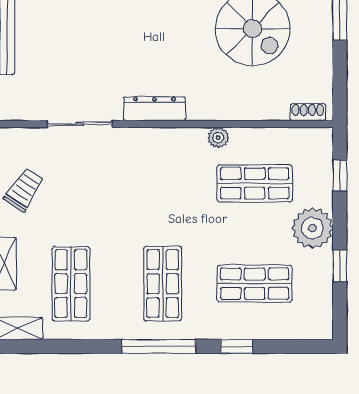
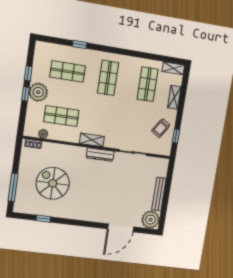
plant: (218, 138) -> (43, 134), moved
shelving: (179, 139) -> (92, 140), added
window: (340, 176) -> (25, 94), moved
window: (159, 346) -> (114, 50), removed

